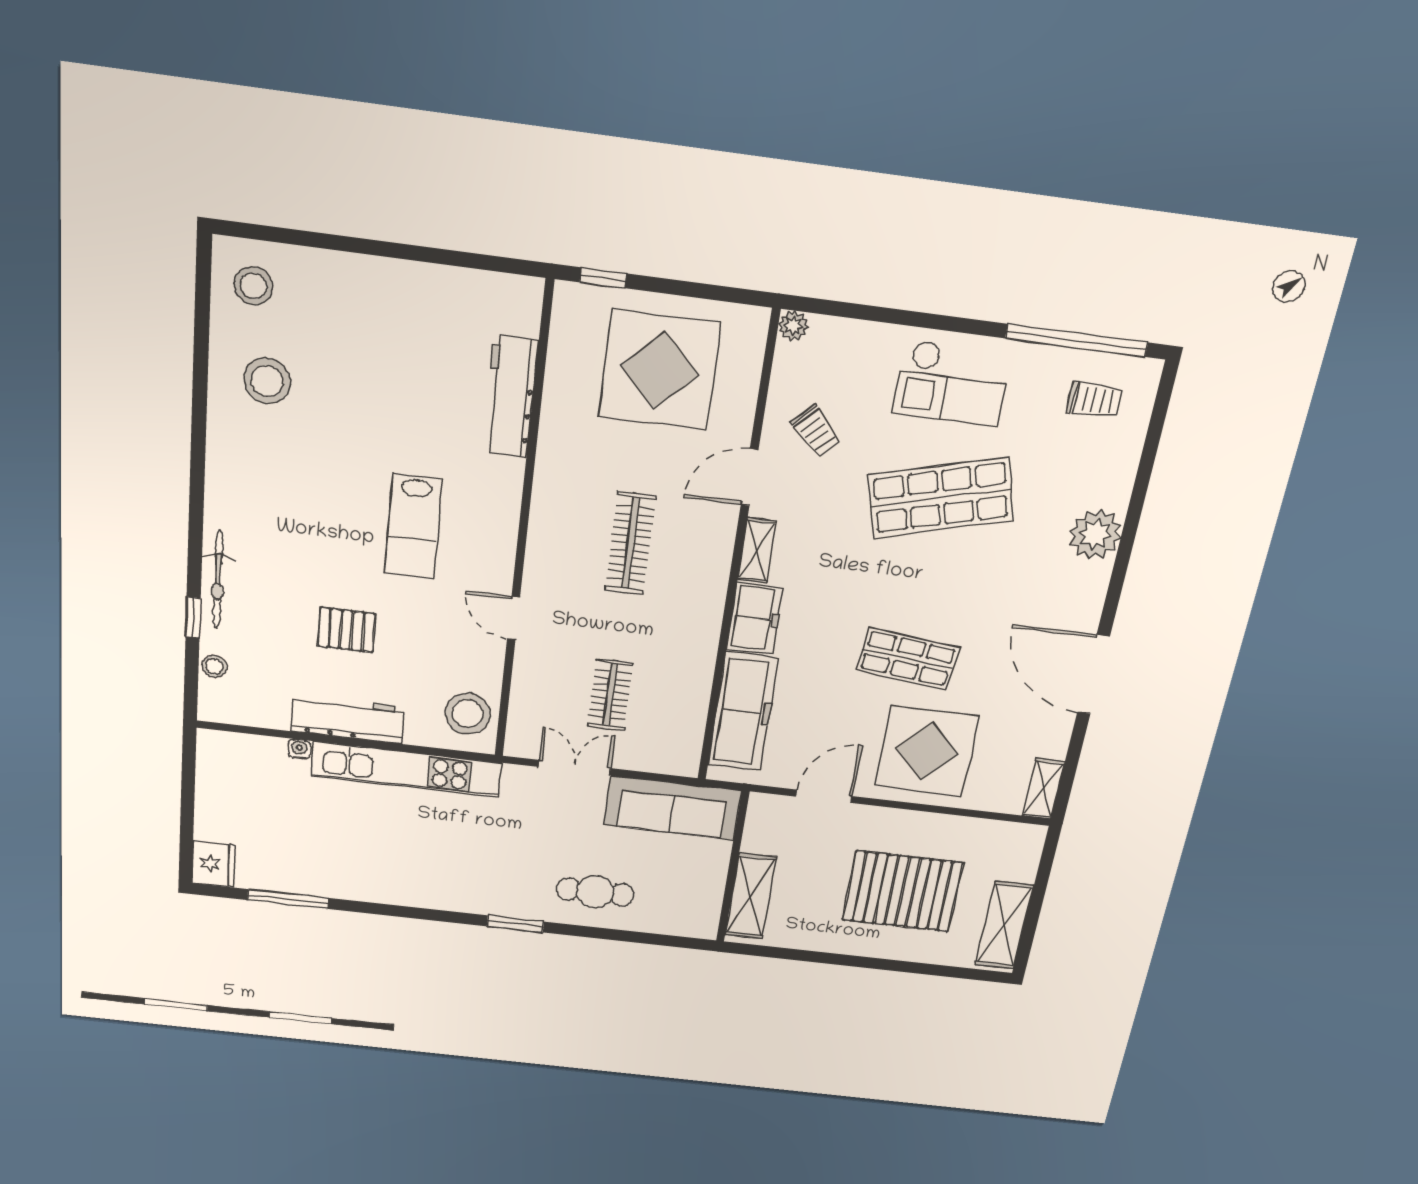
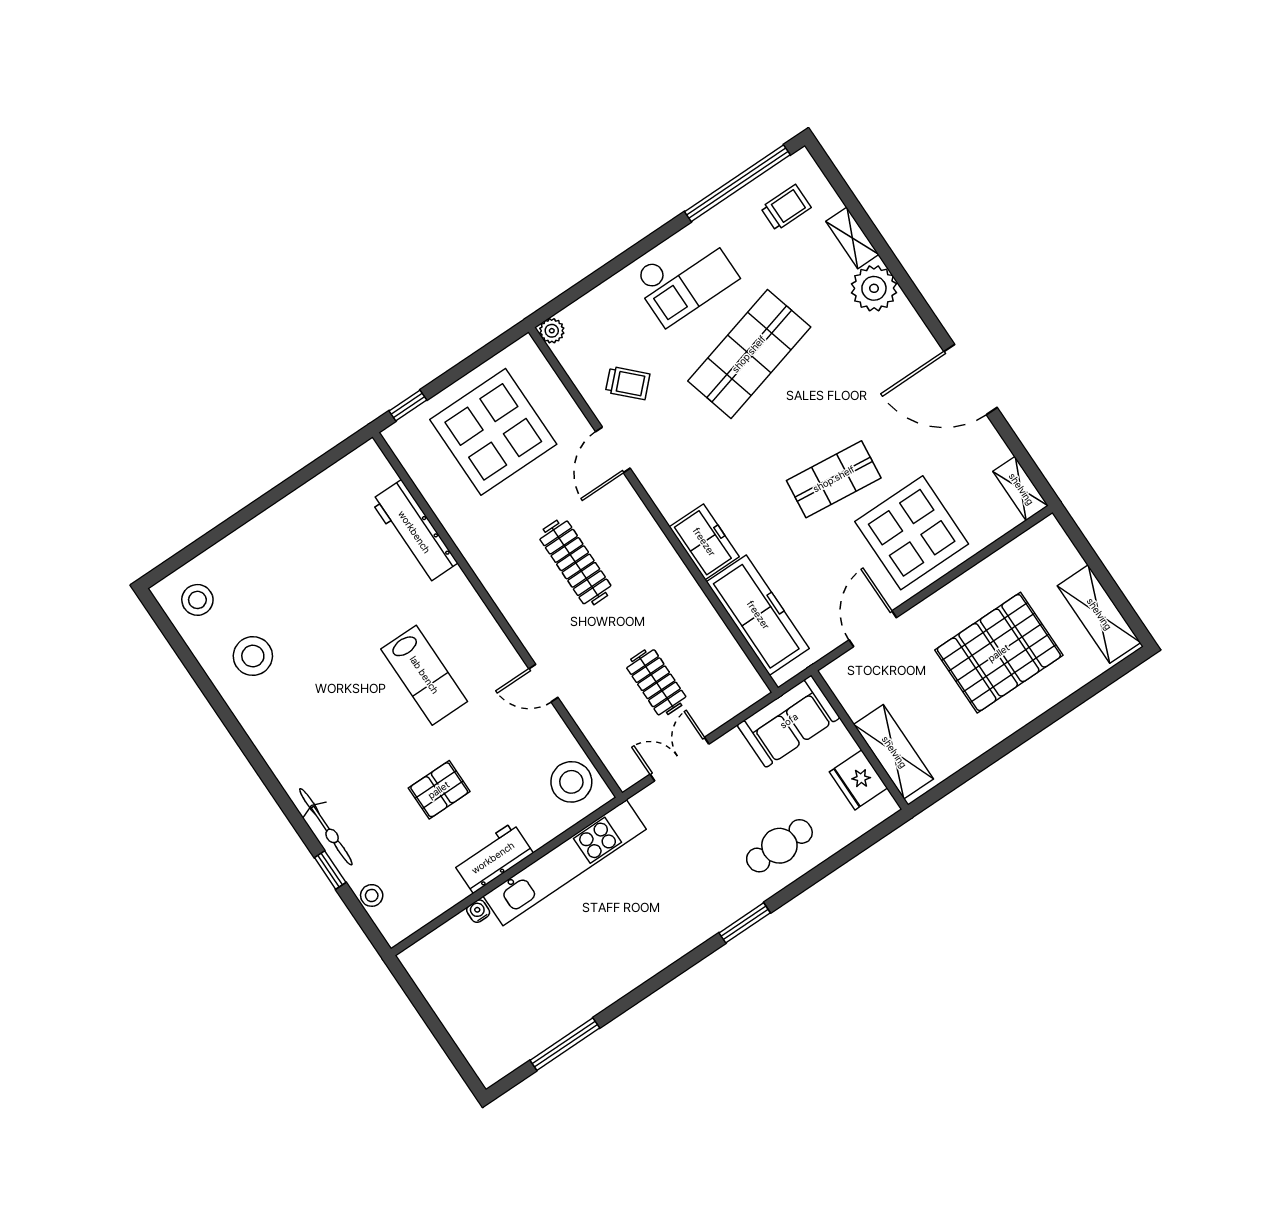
shelving: (757, 550) -> (852, 238), moved
workbench: (348, 719) -> (493, 858), width x0.73
sofa: (673, 808) -> (789, 721), width x0.73
fridge: (213, 864) -> (858, 780), moved, turned 180

